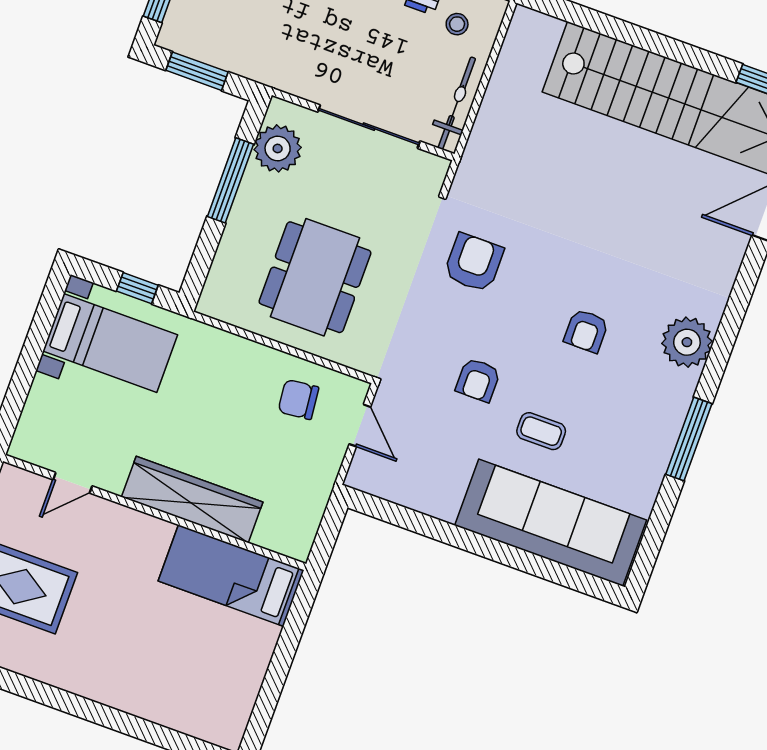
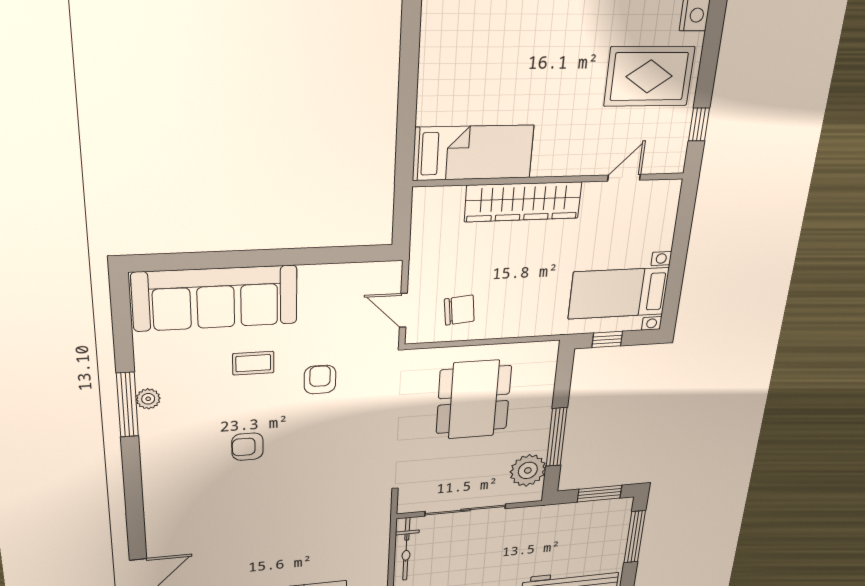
armchair: (474, 263) -> (355, 457), removed
armchair: (586, 331) -> (247, 447), turned -90
plant: (687, 342) -> (148, 399), moved, width x0.53, depth x0.53

